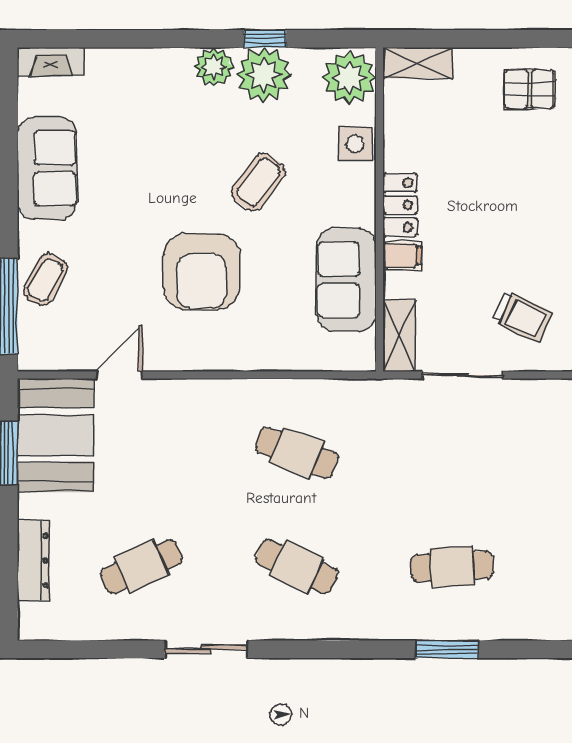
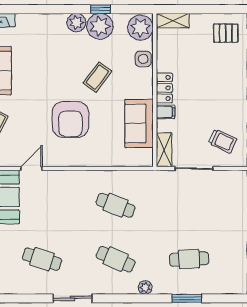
cafe table: (141, 566) -> (42, 259), turned 42
plant: (359, 626) -> (145, 287), added

